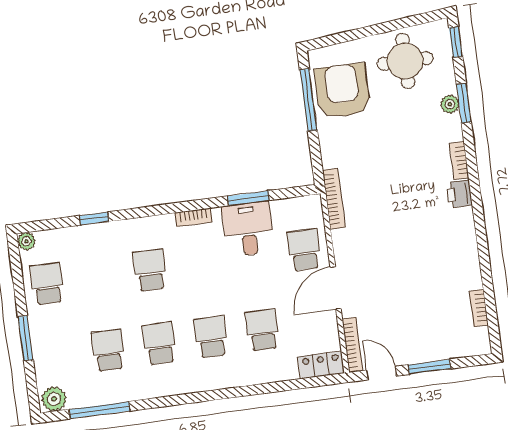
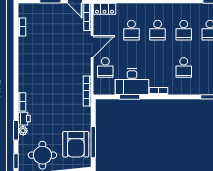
printer: (459, 194) -> (24, 119), moved
desk: (248, 229) -> (132, 82), width x1.37

